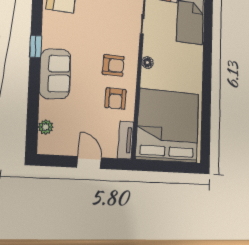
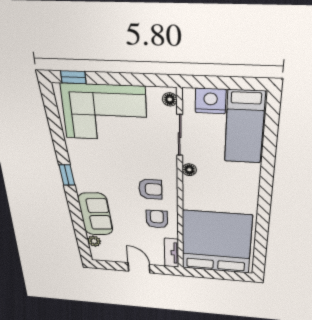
floor lamp: (147, 63) -> (189, 170), moved
sofa: (55, 74) -> (95, 214), moved
armchair: (116, 99) -> (157, 219), turned 180

